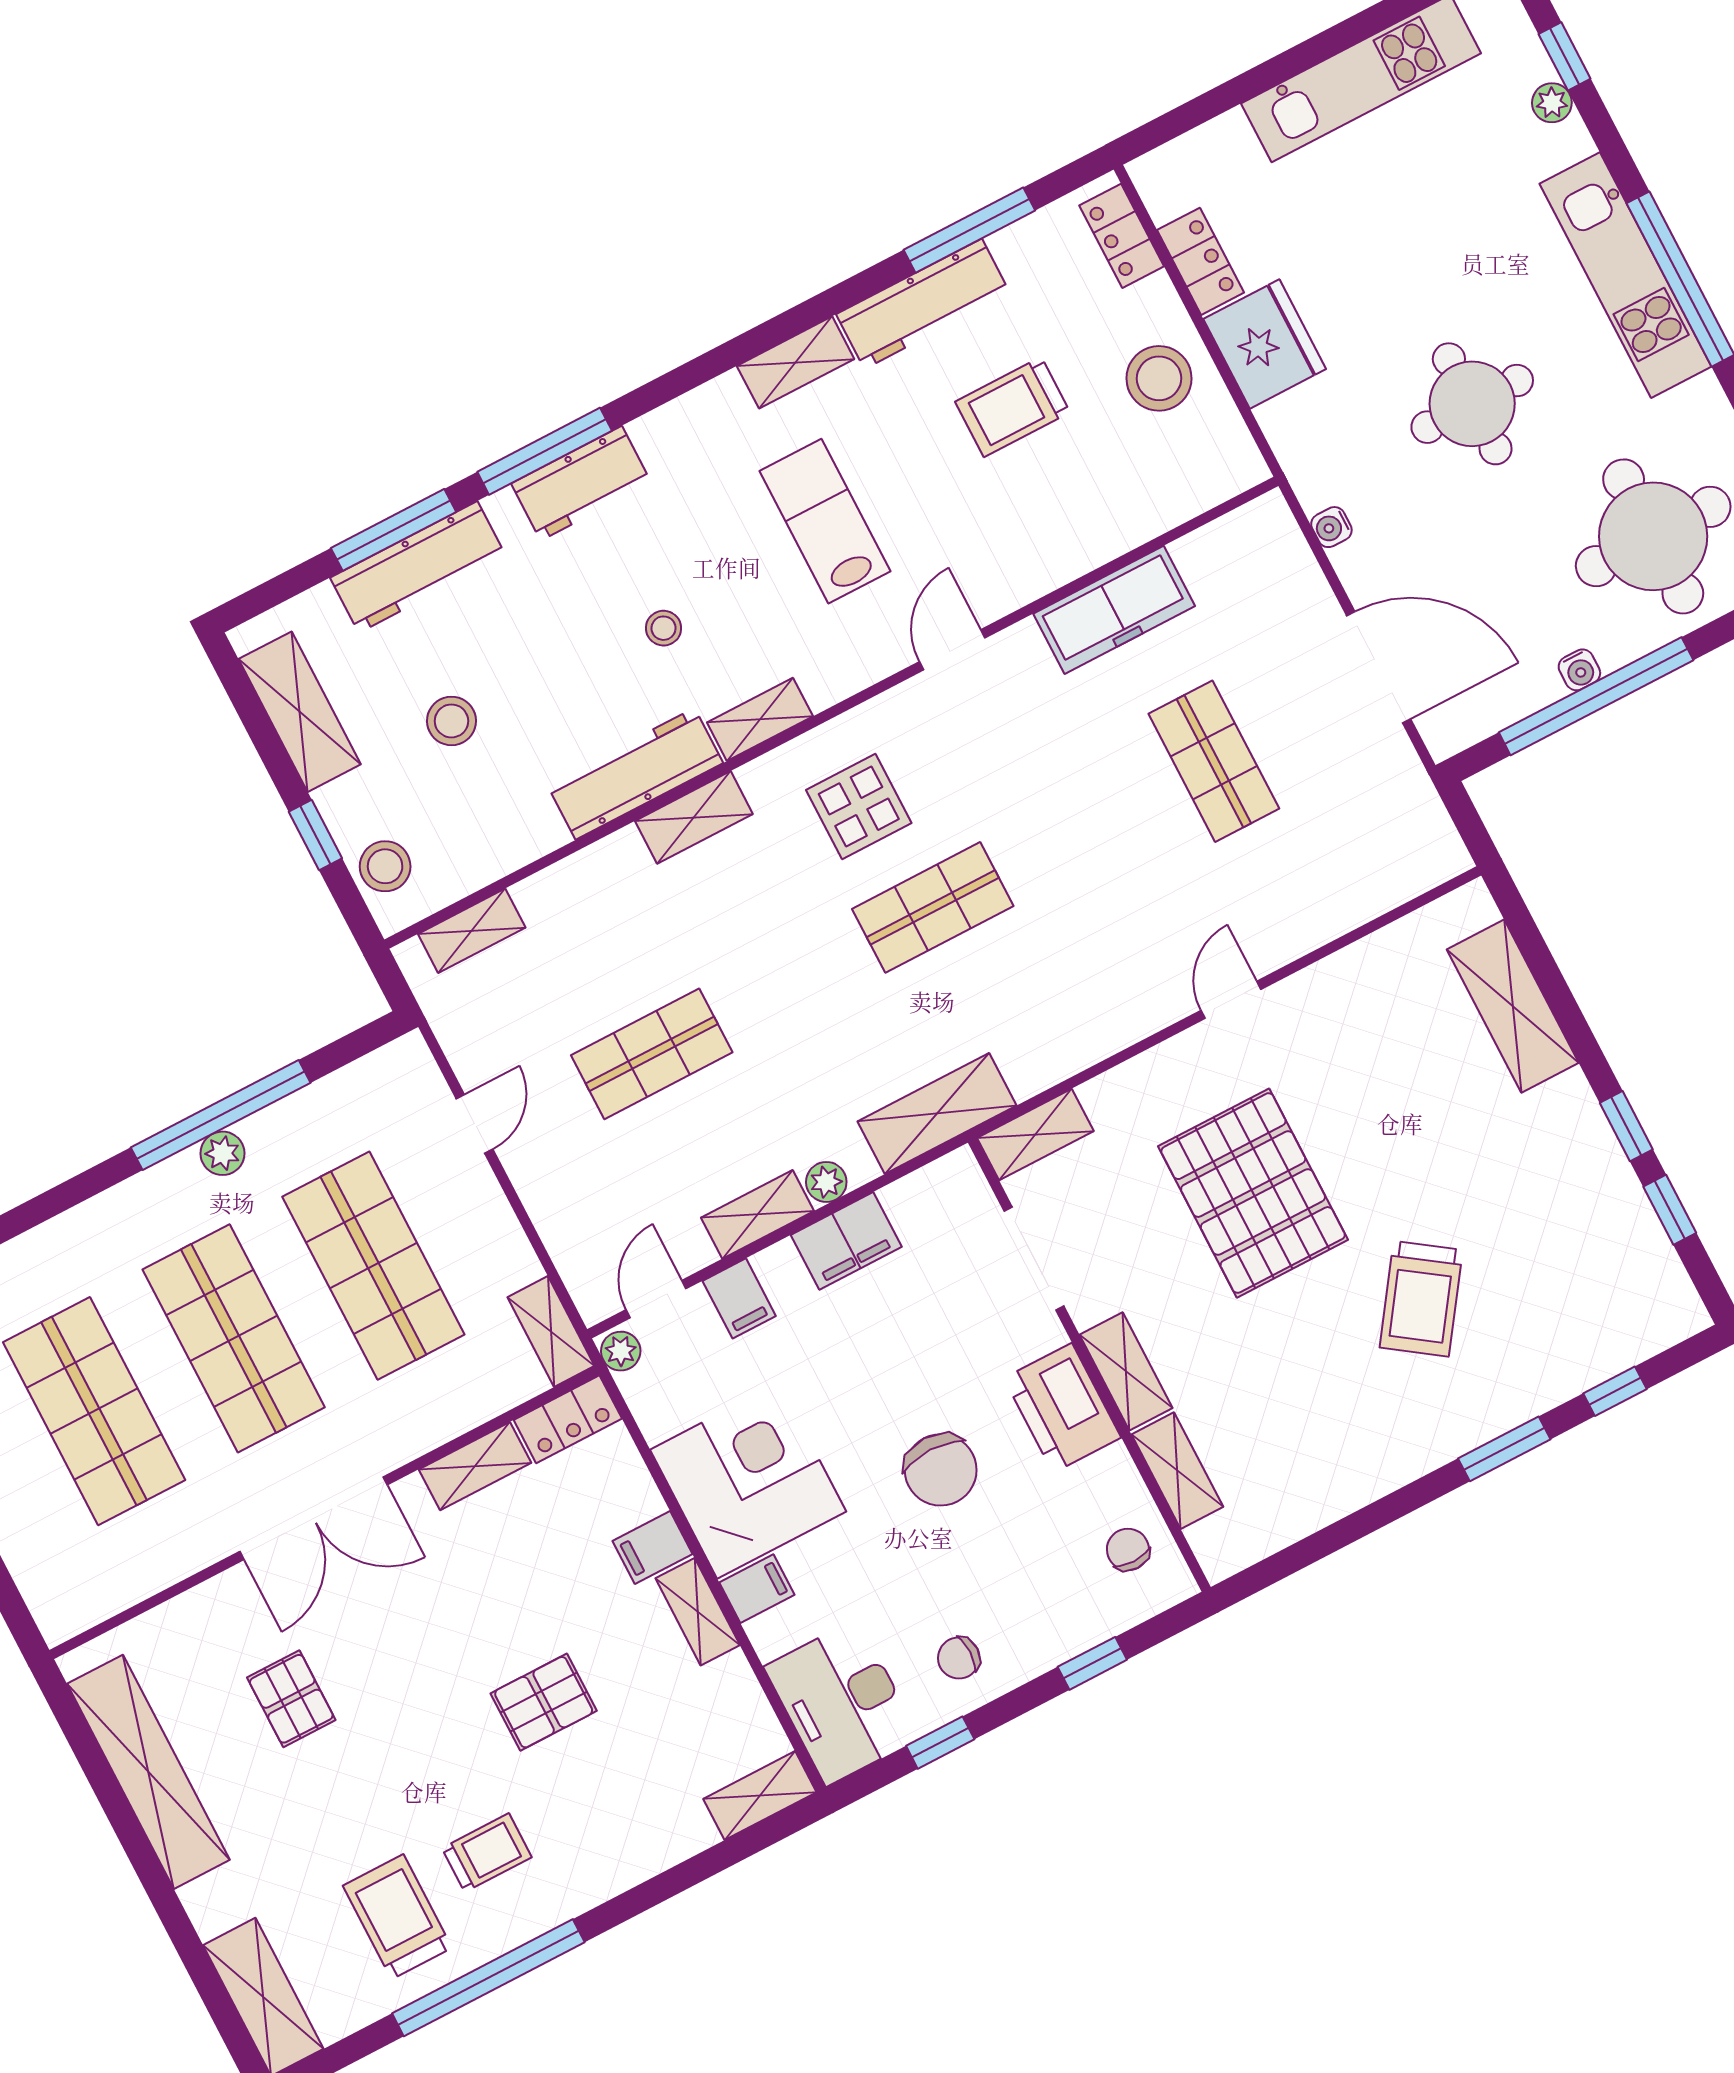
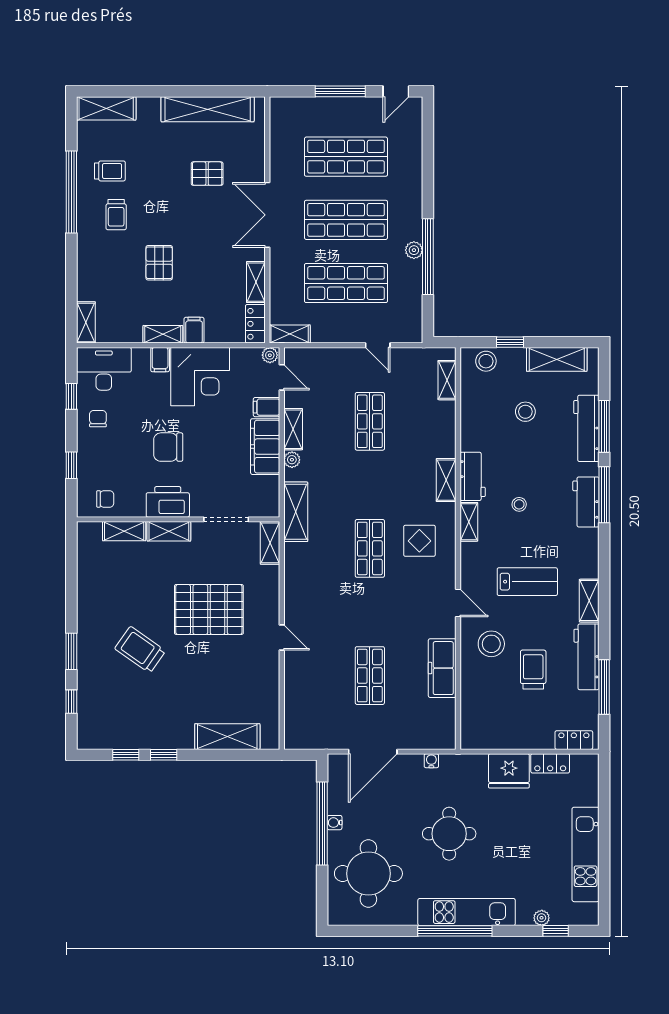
stool: (1159, 378) -> (491, 644), moved
shop shelf: (1214, 761) -> (370, 676), turned 90
workbench: (635, 774) -> (473, 476), width x0.73
filing cabinet: (846, 1241) -> (265, 447), width x1.50, depth x1.17
trolley: (397, 1917) -> (110, 171), width x0.73, depth x0.72

